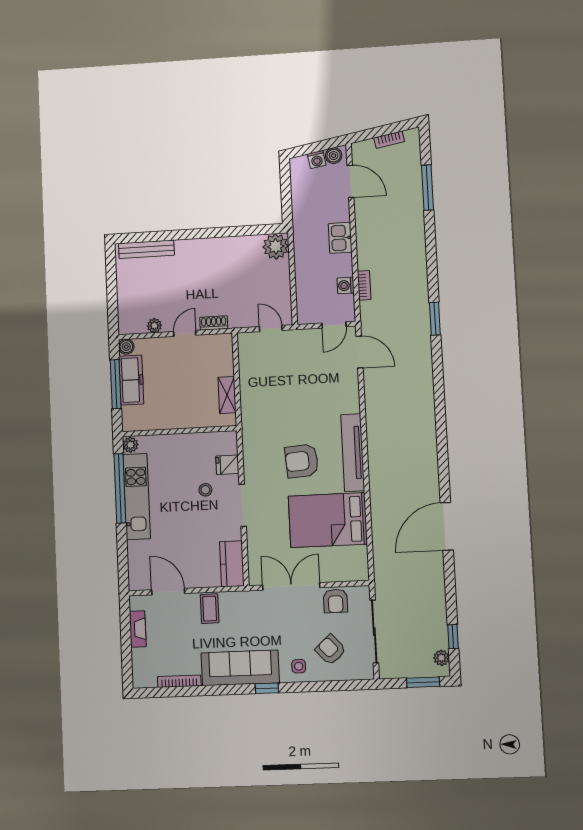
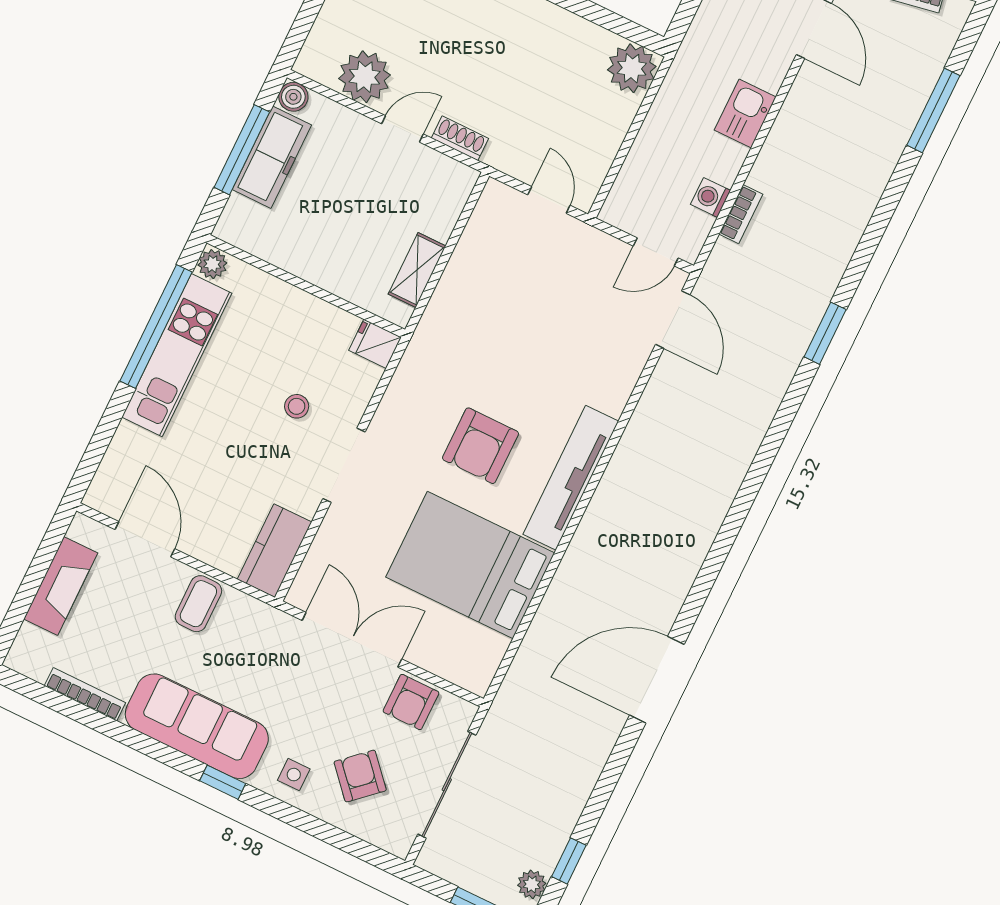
plant: (154, 326) -> (364, 77), width x1.88, depth x1.88
armchair: (302, 461) -> (480, 446), turned -86
fridge: (227, 465) -> (375, 344), moved
fireplace: (138, 629) -> (61, 586), width x1.37, depth x1.32

